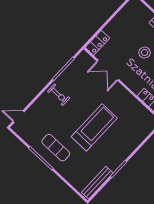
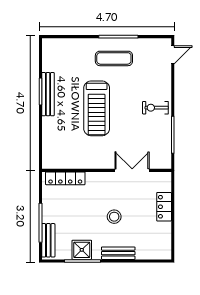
locker: (97, 43) -> (164, 207), moved
bench: (97, 183) -> (48, 94), moved

